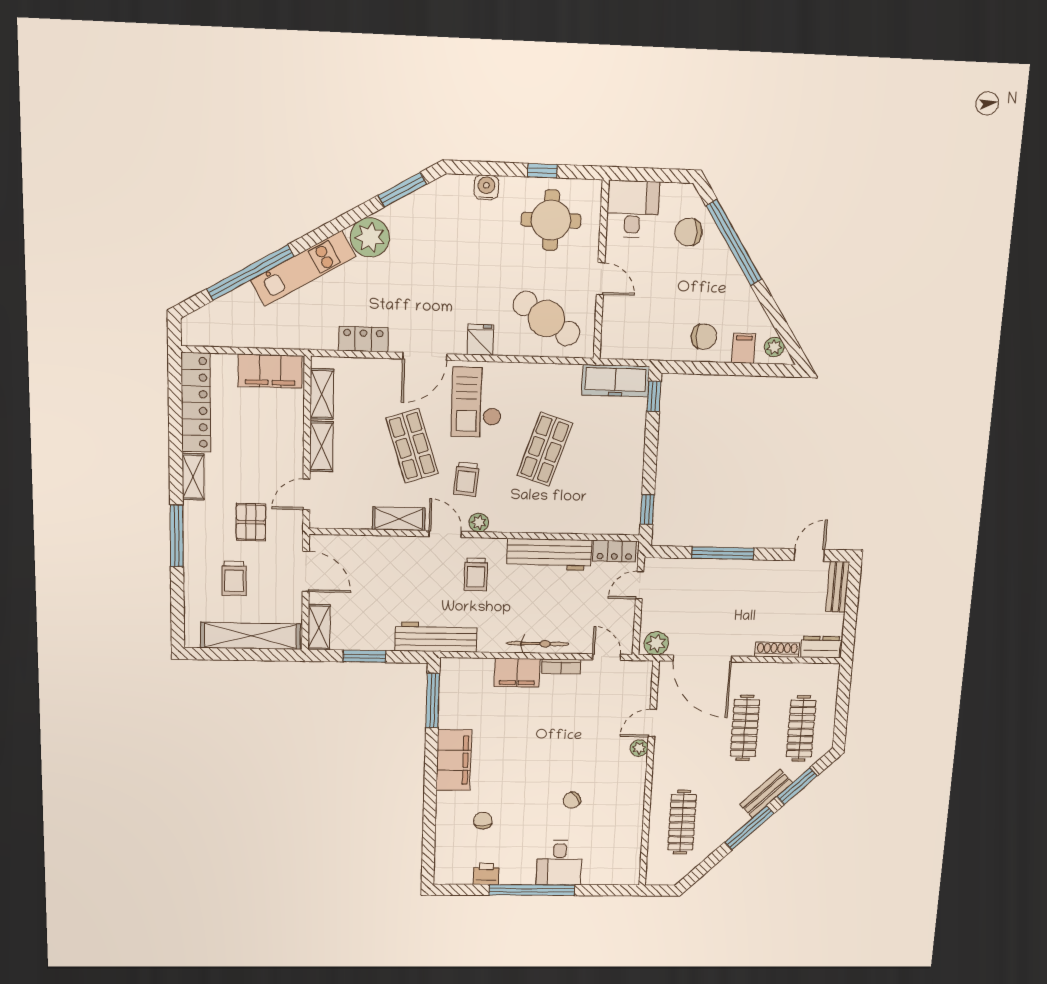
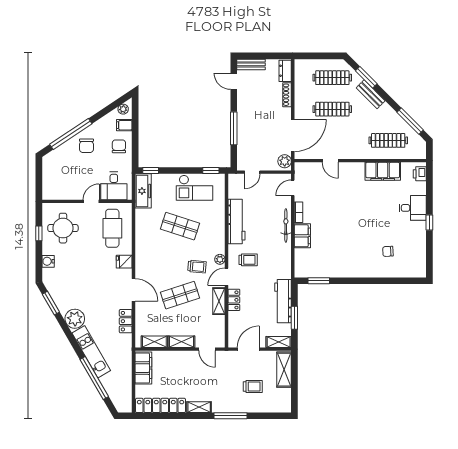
desk: (633, 209) -> (114, 186), moved, turned -90
chair: (688, 232) -> (86, 146), moved
cafe table: (546, 319) -> (112, 228), turned -33
checkout: (477, 402) -> (194, 188), moved
pallet: (251, 522) -> (222, 378), removed
locker: (615, 551) -> (234, 300), moved
door: (640, 585) -> (252, 172), hinge flipped
shelving: (251, 636) -> (284, 370), width x0.68
workbench: (436, 637) -> (283, 301), moved
window: (433, 700) -> (319, 281), width x0.69
plant: (639, 748) -> (345, 167), removed
filing cabinet: (454, 760) -> (383, 171), moved, turned 180
chair: (572, 800) -> (376, 203), removed
window: (749, 828) -> (410, 121), moved
printer: (486, 874) -> (420, 174), moved
window: (532, 890) -> (429, 222), width x0.32

